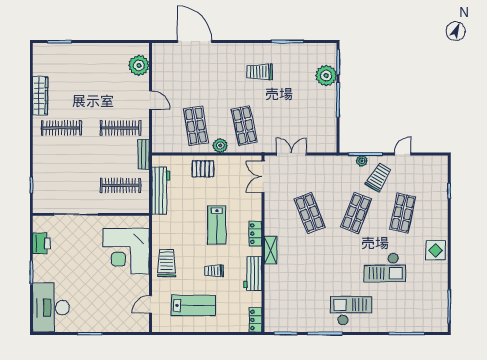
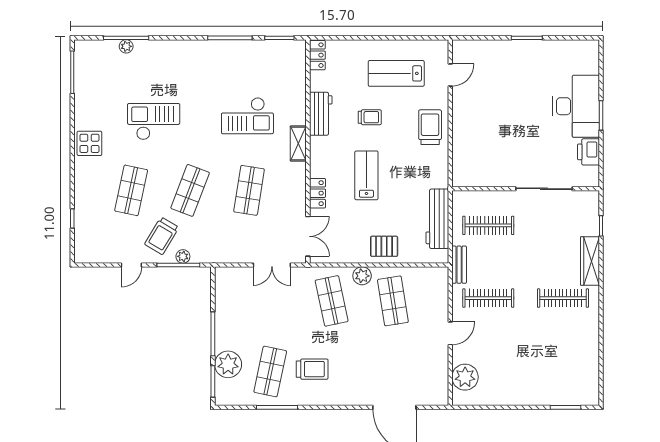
shop shelf: (293, 70) -> (270, 371), added
wardrobe: (40, 96) -> (590, 261), moved
door: (151, 100) -> (450, 333), swing flipped
shop shelf: (310, 213) -> (249, 190), turned 30
locker: (255, 234) -> (317, 193), moved
corner desk: (126, 251) -> (481, 142), removed
trolley: (167, 263) -> (430, 127), turned 180
desk: (51, 308) -> (576, 106), moved
checkout: (351, 311) -> (247, 116), moved
plant: (407, 327) -> (126, 46), added

